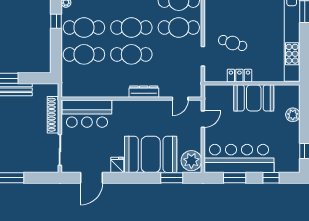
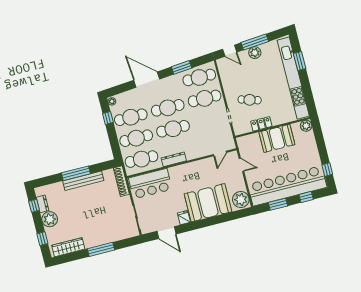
cafe table: (84, 81) -> (142, 159), added
dresser: (144, 92) -> (174, 159), moved
shoe rack: (53, 115) -> (121, 181), moved
plant: (293, 115) -> (306, 126), moved
door: (203, 119) -> (241, 165), hinge flipped
bar counter: (239, 158) -> (287, 186), width x1.36
door: (92, 178) -> (167, 233), hinge flipped
window: (172, 178) -> (229, 217), removed

